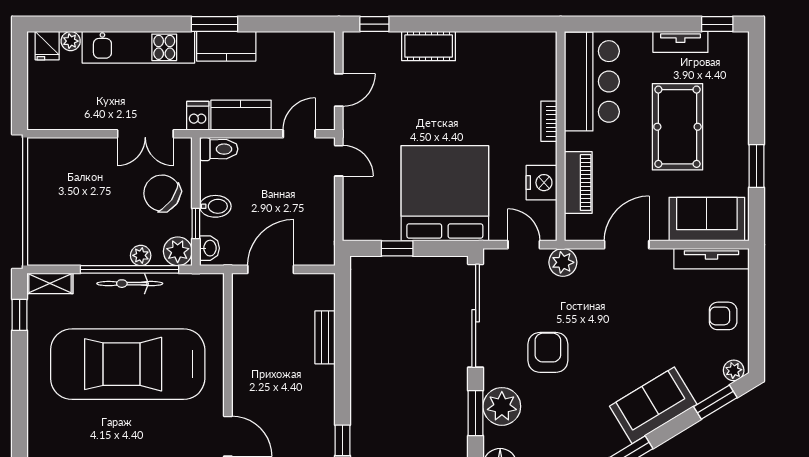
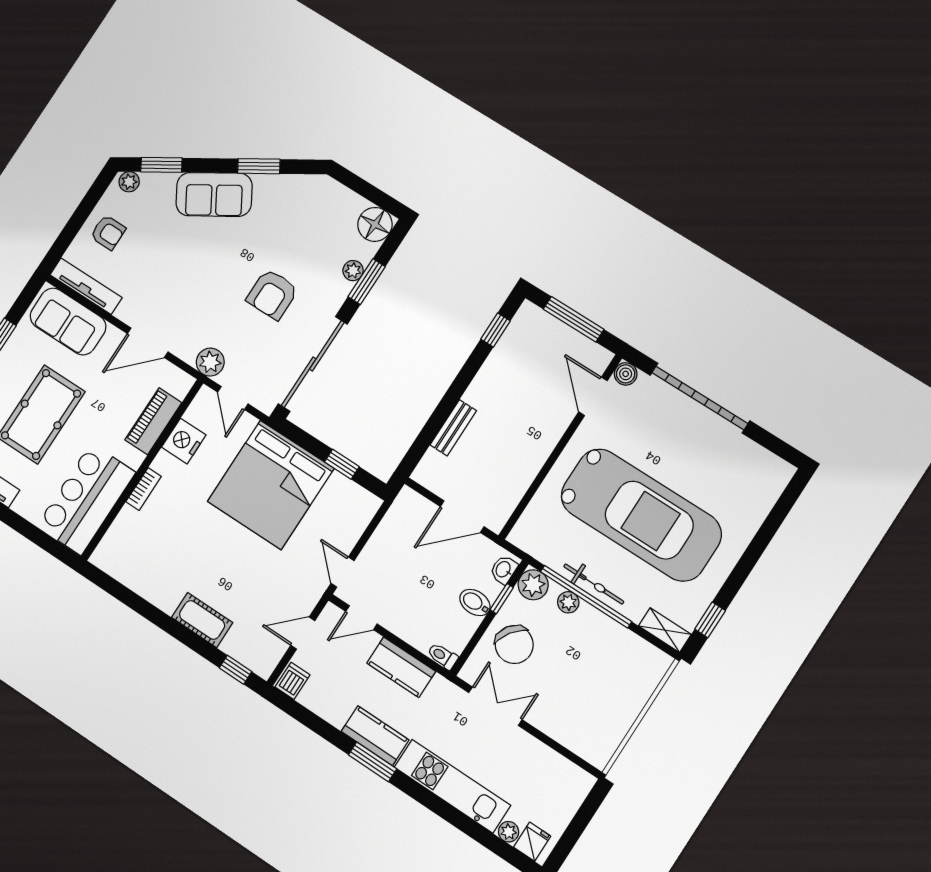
dishwasher: (198, 116) -> (292, 681), moved, turned 180
toilet: (219, 149) -> (443, 656), width x0.73, depth x0.72
plant: (502, 406) -> (353, 271), width x0.53, depth x0.53

